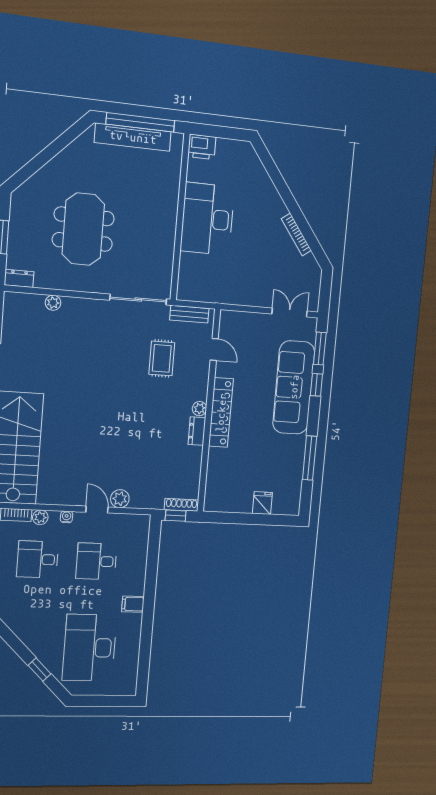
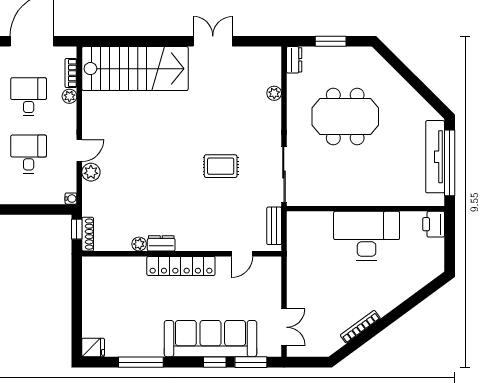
rug: (162, 358) -> (221, 166), moved
plant: (200, 409) -> (139, 244), moved
fridge: (262, 503) -> (93, 347), moved
water cooler: (67, 517) -> (71, 199), moved

